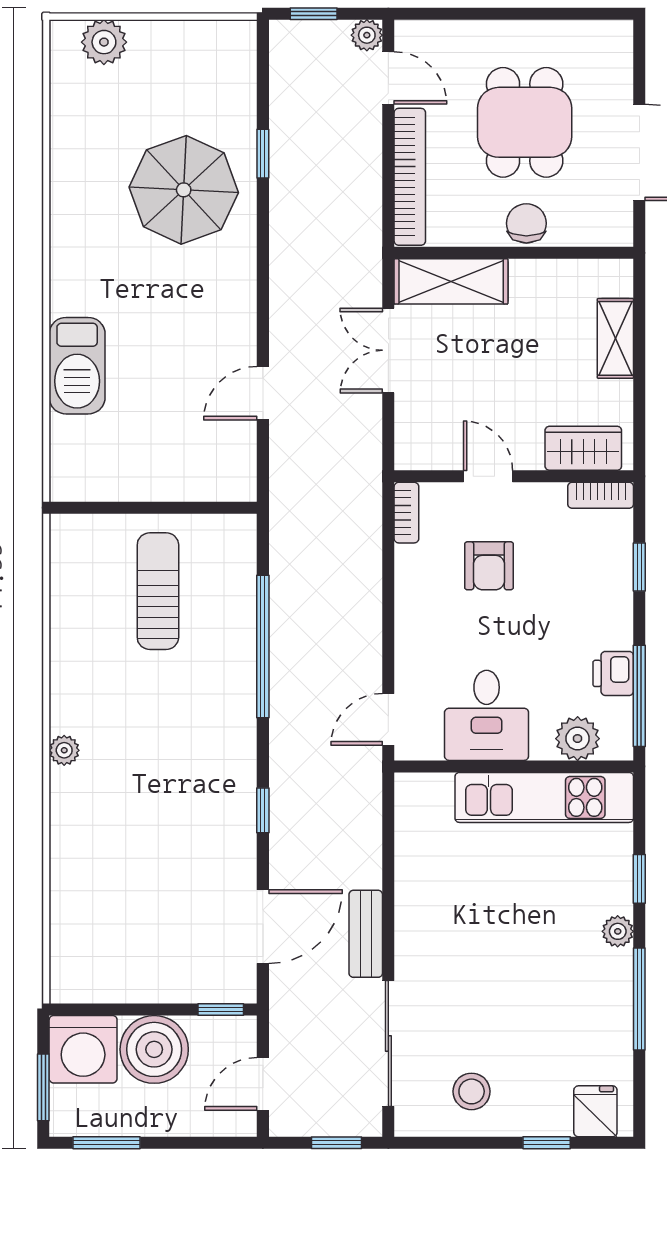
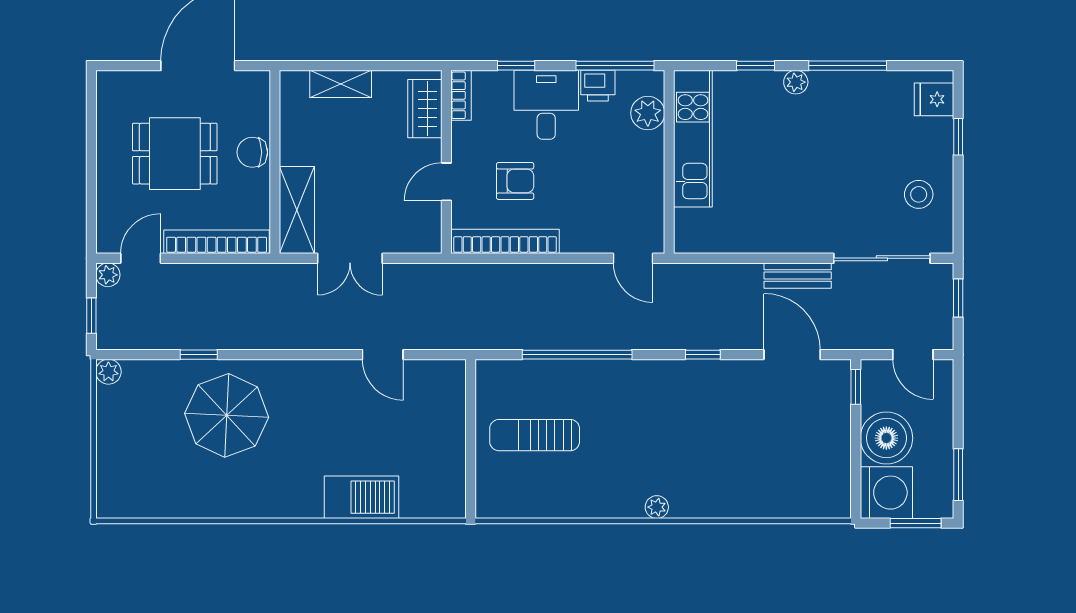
plant: (104, 42) -> (108, 372), moved, width x0.73, depth x0.73
bookcase: (406, 513) -> (505, 241), width x2.31, depth x1.31
desk: (487, 715) -> (546, 105), moved, turned -90

